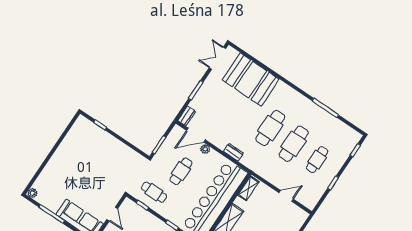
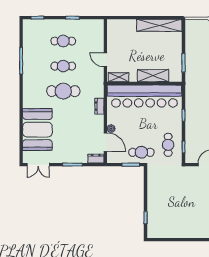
cafe table: (294, 144) -> (63, 66), width x0.73, depth x0.74
cafe table: (181, 171) -> (141, 152), moved
door: (286, 196) -> (105, 60), moved

